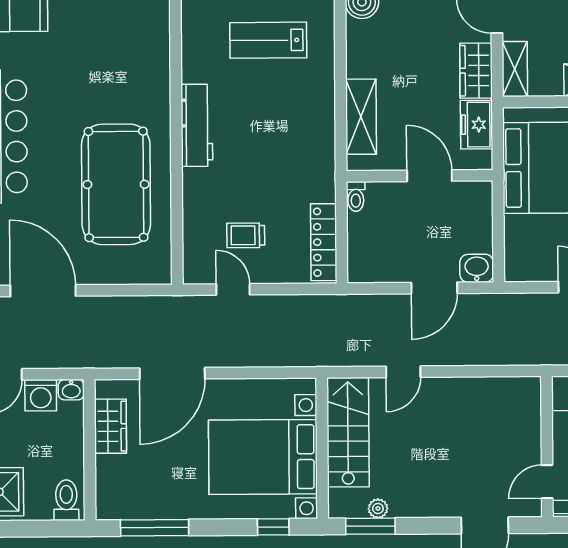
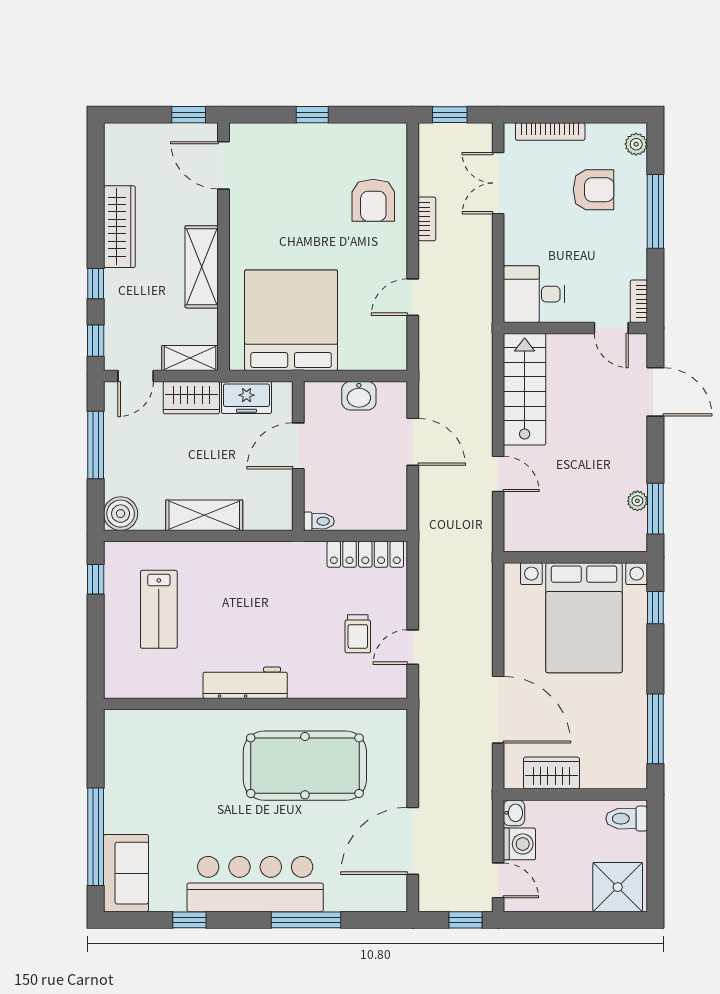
shelving: (361, 117) -> (204, 515), moved
washbasin: (477, 268) -> (359, 396), moved, turned -90
stairs: (348, 432) -> (525, 389), moved, turned 90

